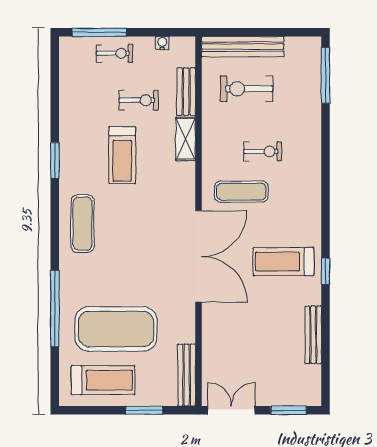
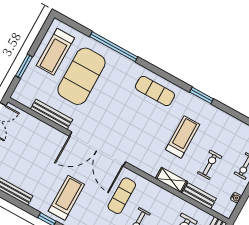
exercise bike: (139, 100) -> (210, 165), turned 180
treadmill: (122, 155) -> (183, 137), turned 90
bench: (187, 375) -> (51, 114), moved

